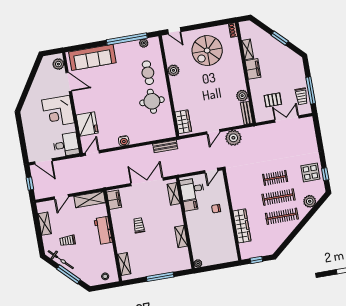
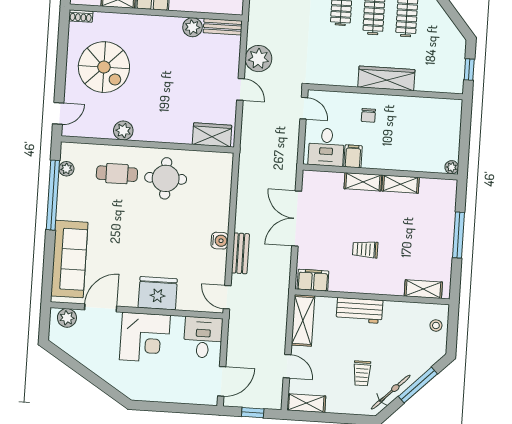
fridge: (87, 124) -> (158, 293), moved
bench: (165, 146) -> (240, 253), moved
shelving: (174, 194) -> (363, 182), moved
shelving: (45, 224) -> (306, 403), moved
wardrobe: (242, 226) -> (386, 78), moved

